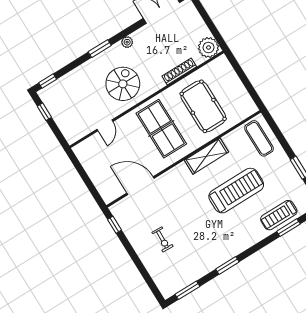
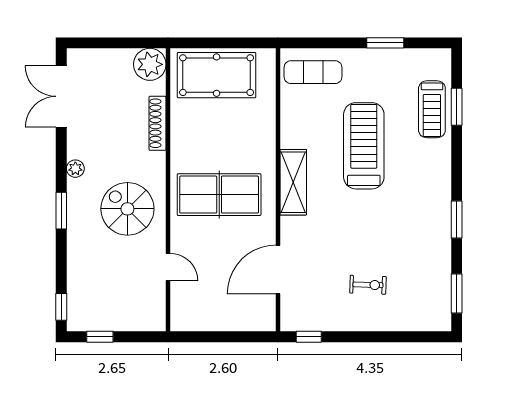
pool table: (203, 106) -> (217, 75), moved
shelving: (206, 156) -> (293, 182), moved

